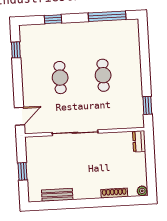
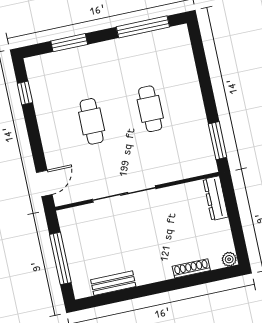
window: (53, 19) -> (69, 43), width x1.50
window: (147, 105) -> (218, 141), width x1.50
dresser: (139, 141) -> (216, 198), width x1.44
window: (22, 171) -> (60, 258), width x2.17

